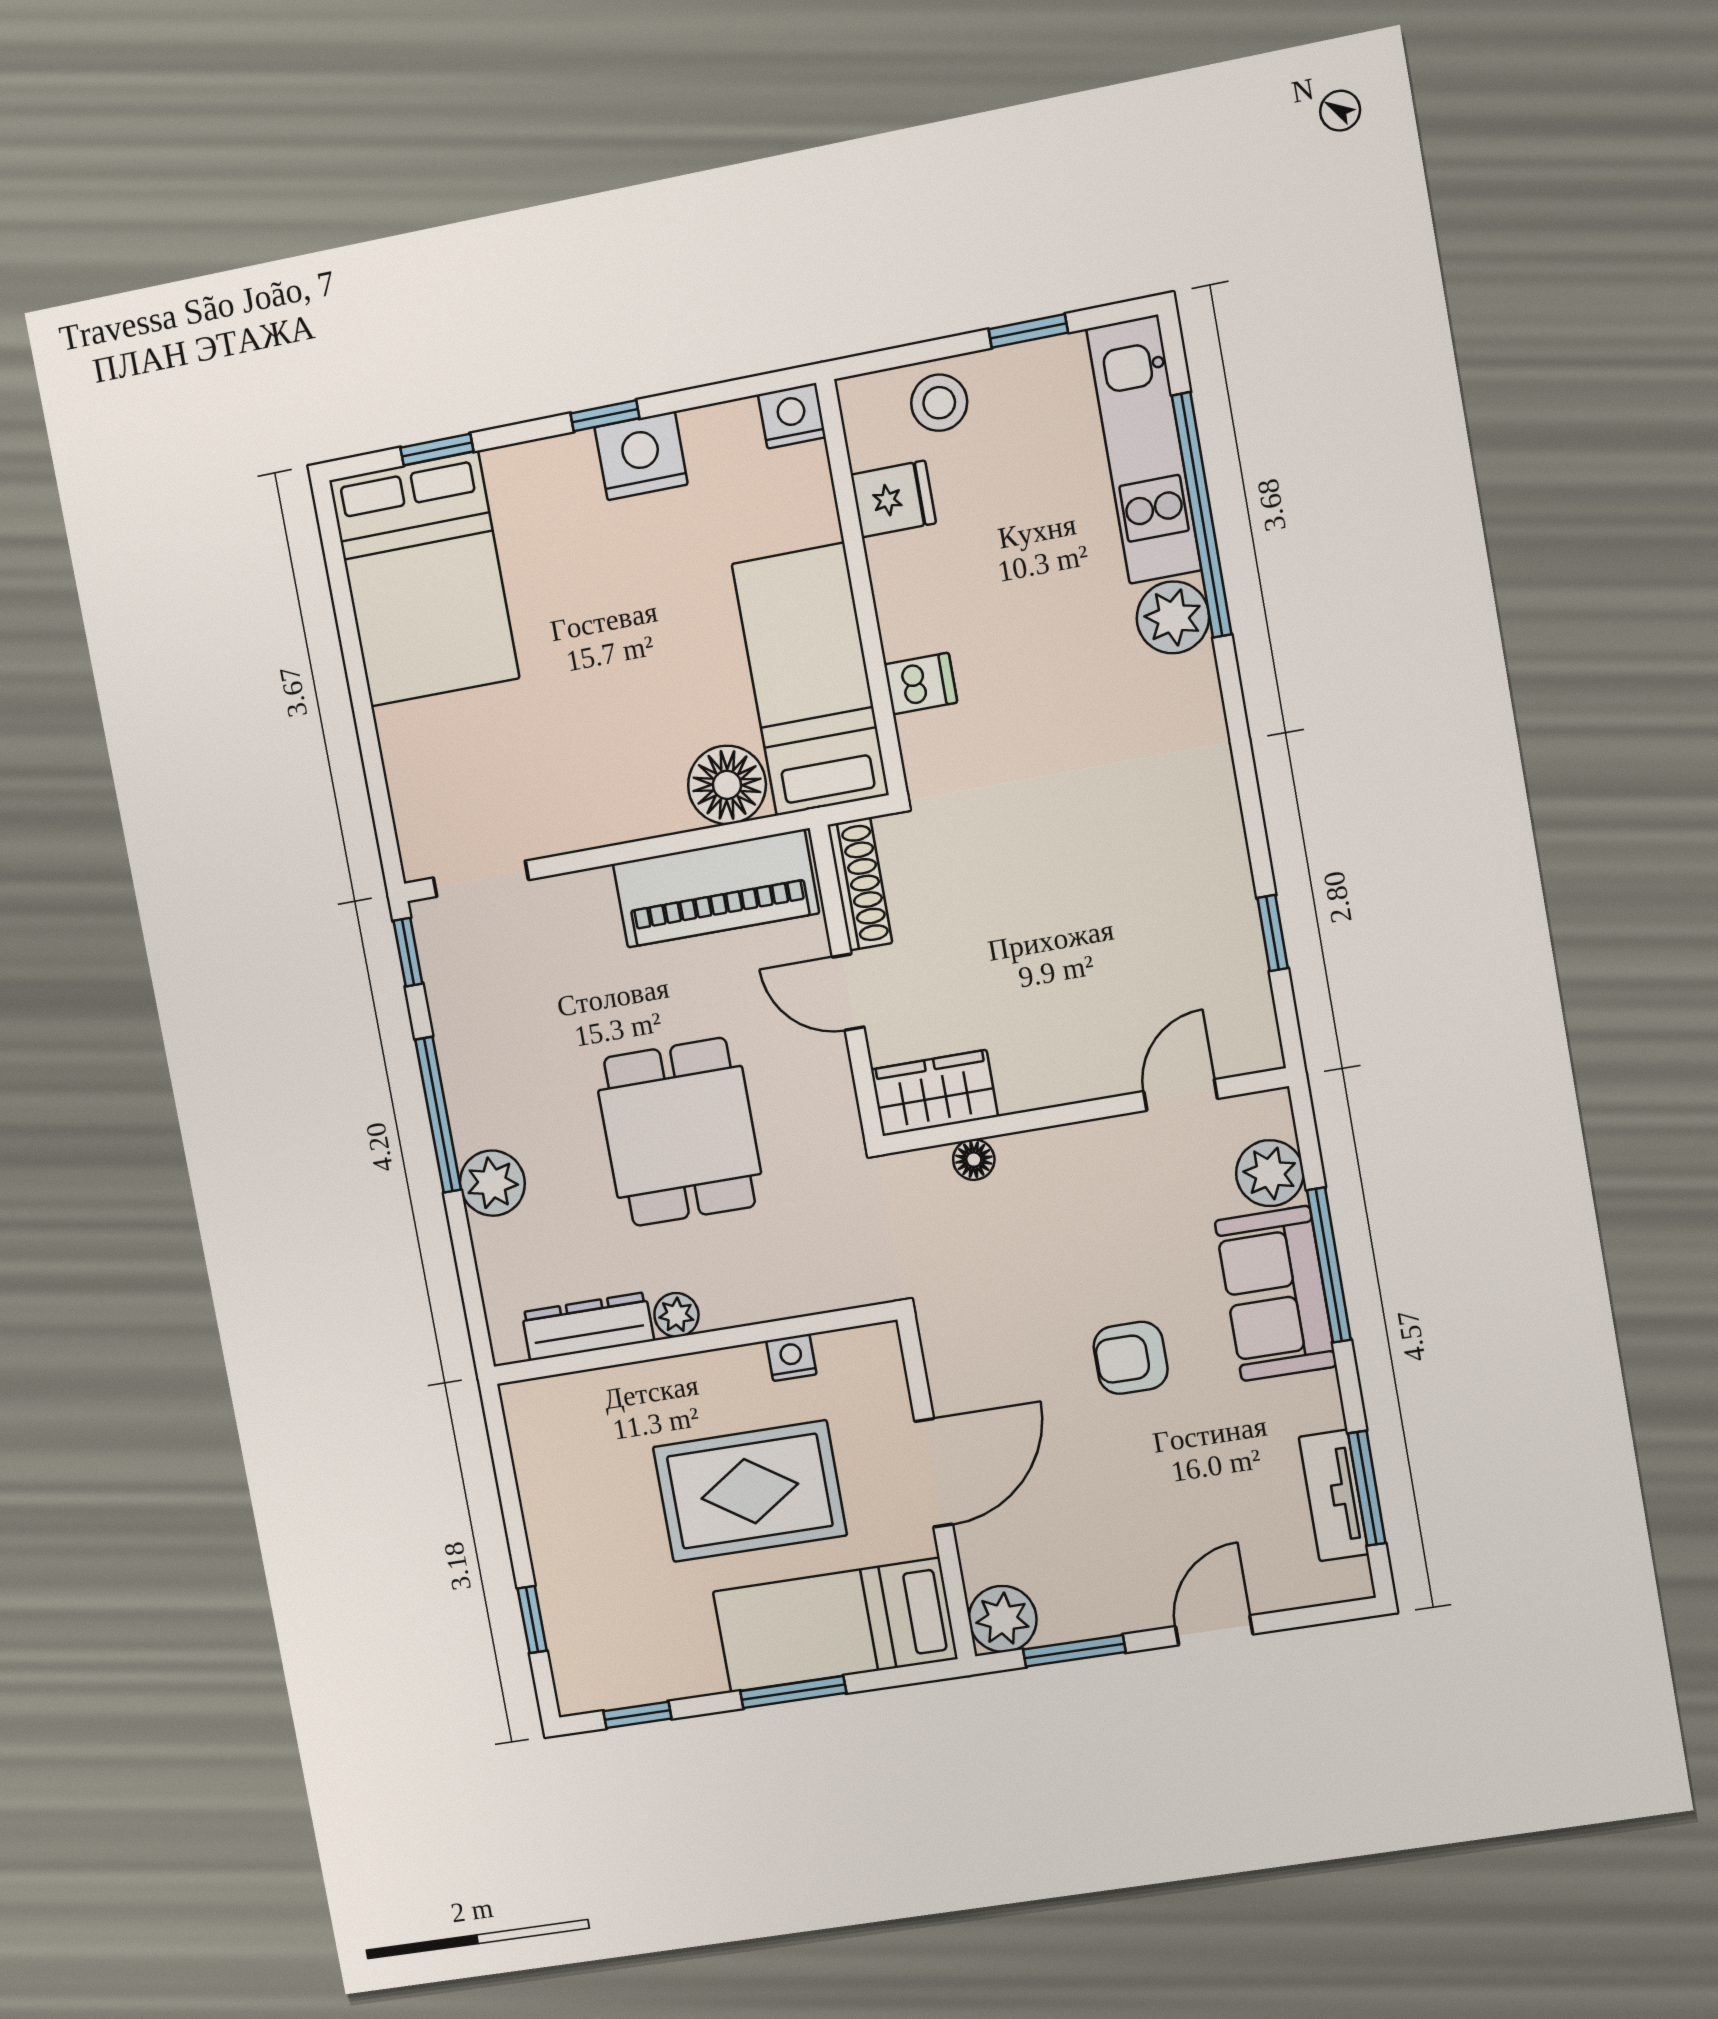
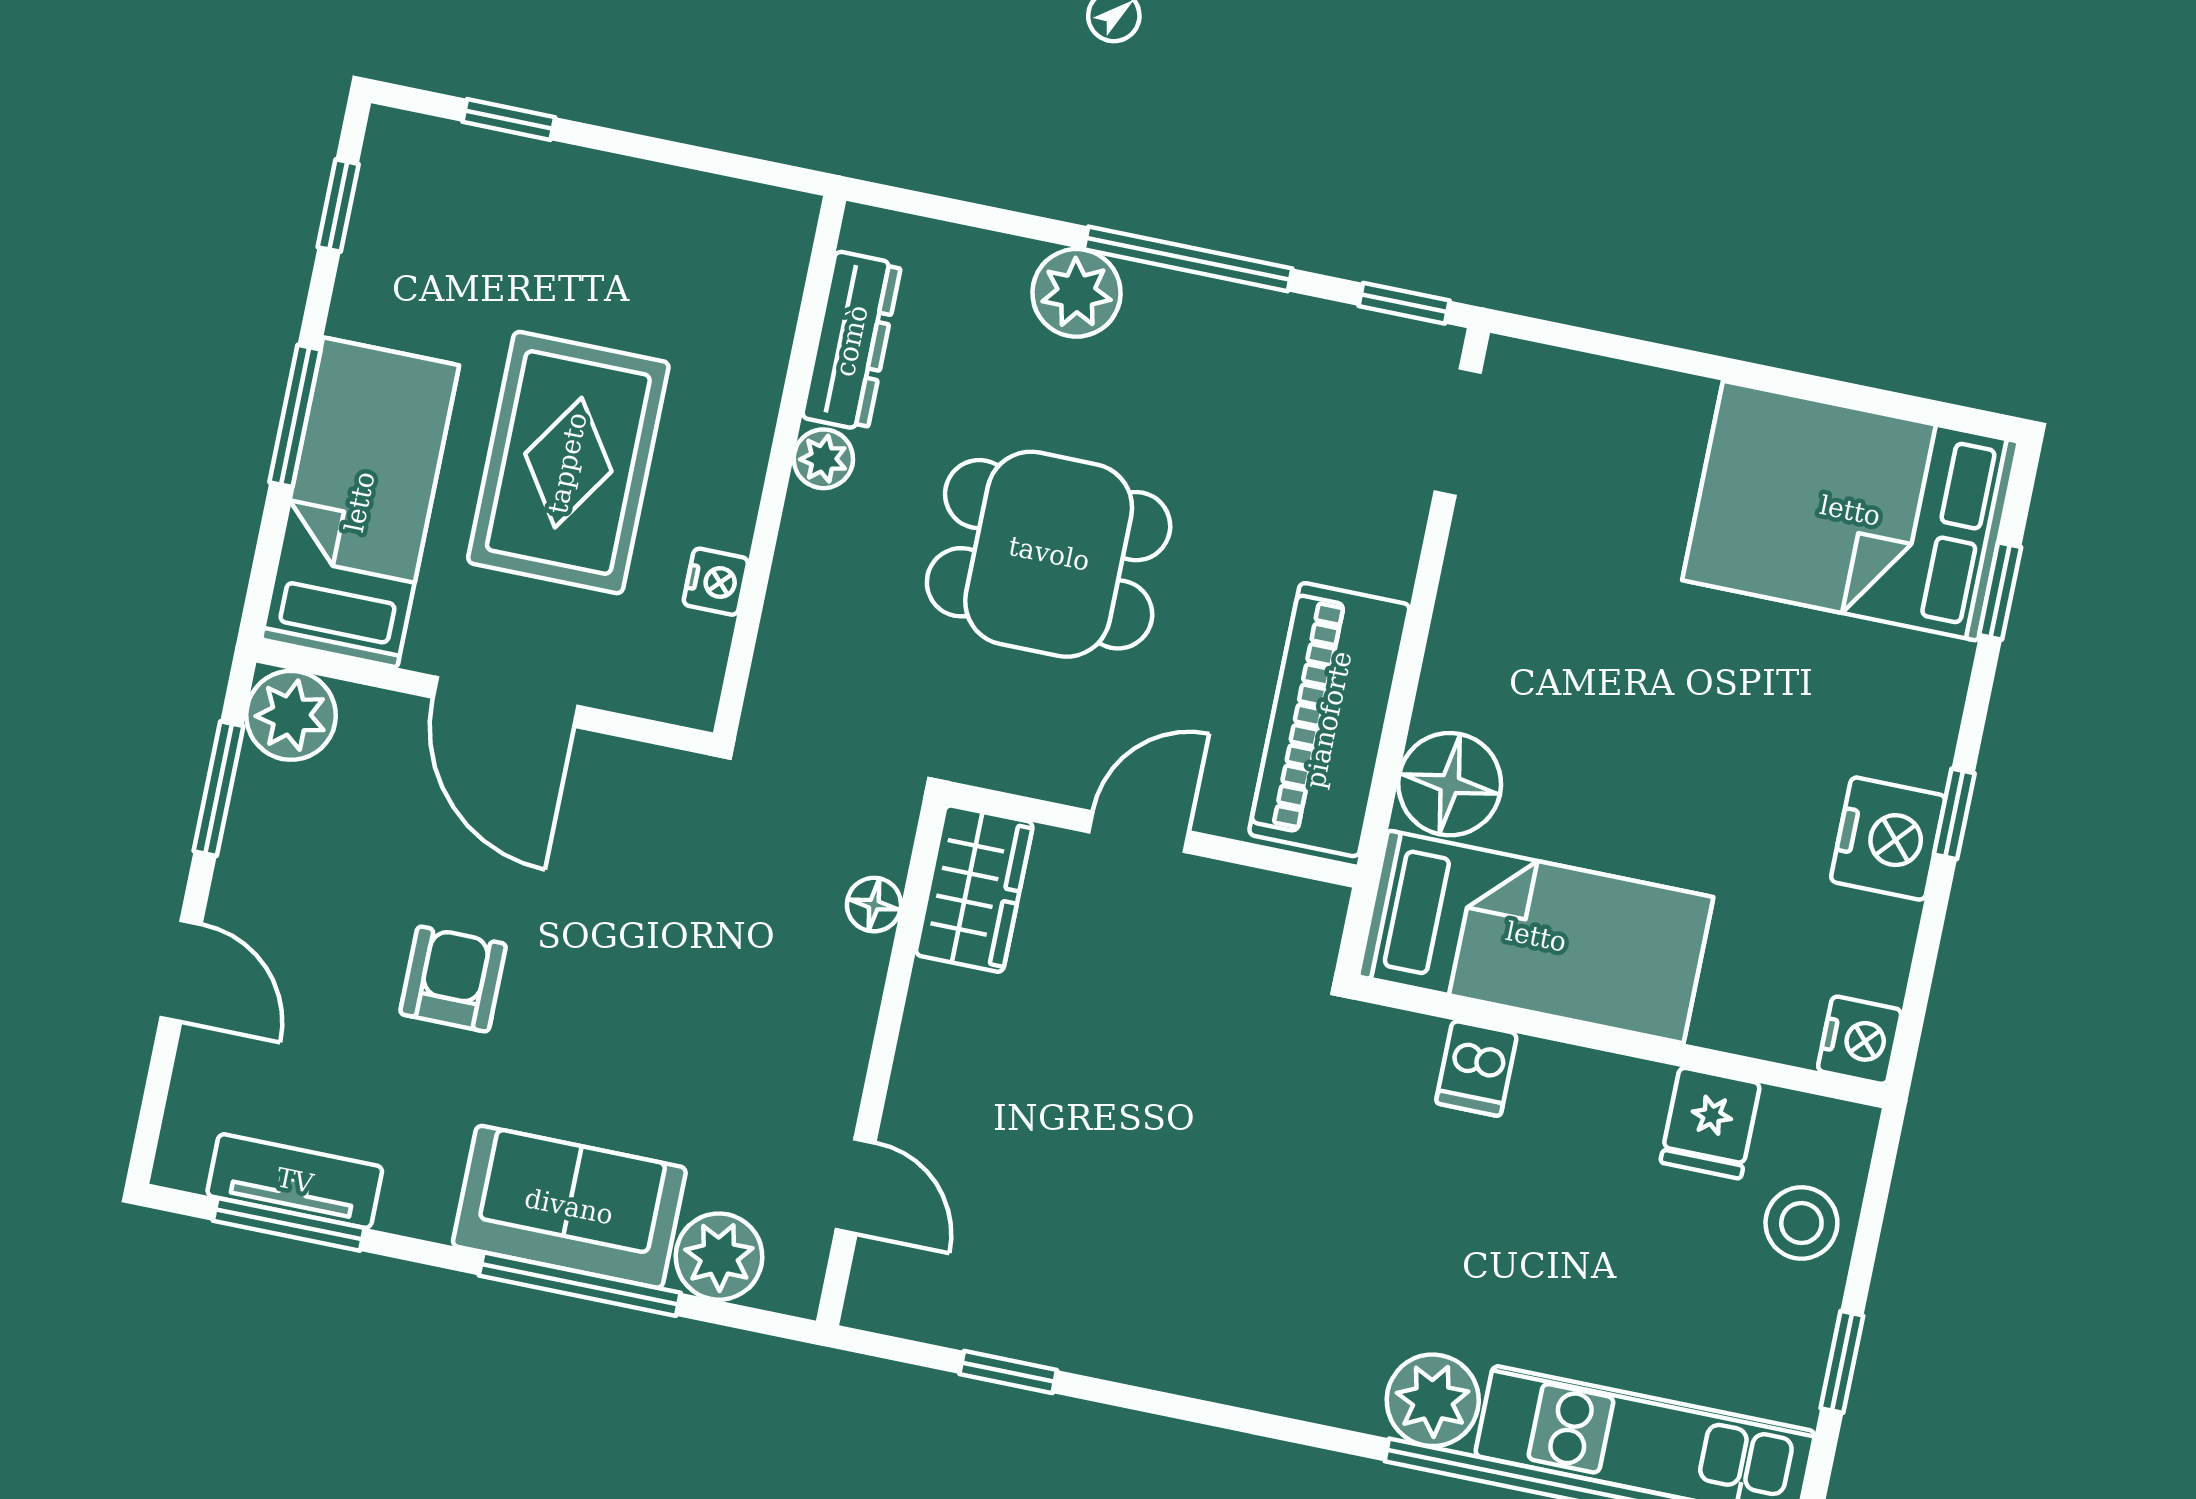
shoe rack: (860, 884) -> (1265, 899), removed
armchair: (1131, 1358) -> (453, 979), moved

